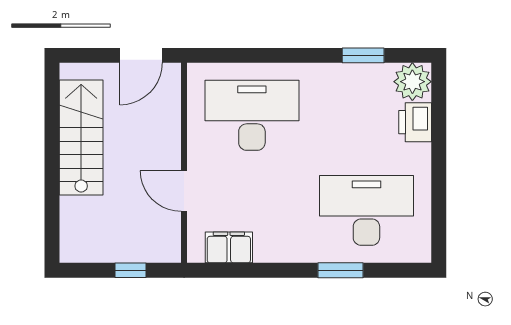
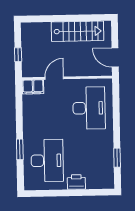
plant: (412, 82) -> (106, 180), removed
printer: (415, 122) -> (76, 182), moved
filing cabinet: (229, 247) -> (33, 87), moved, turned 90

